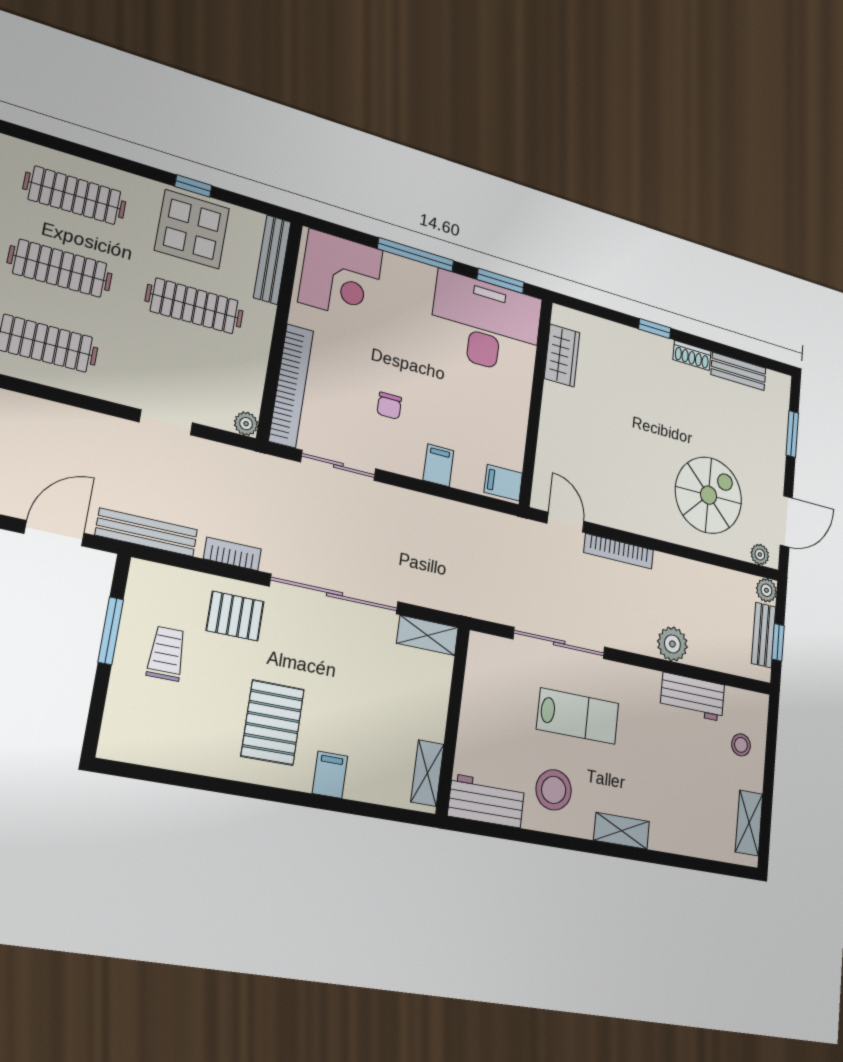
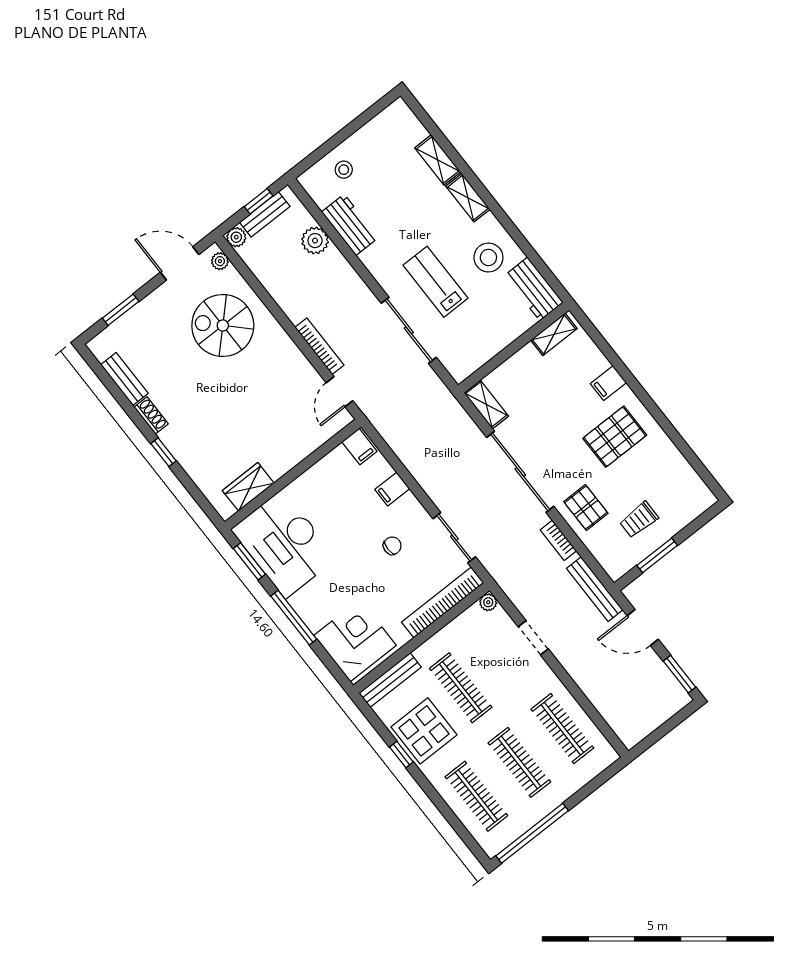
plant: (672, 644) -> (315, 241), moved
shelving: (749, 823) -> (438, 160), moved, turned 90

